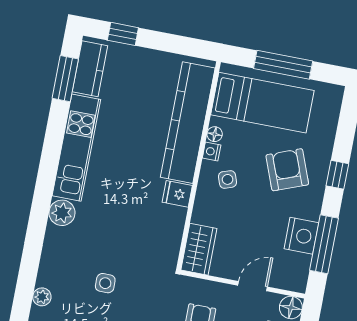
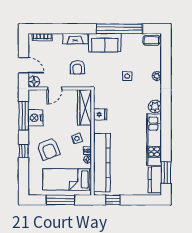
window: (123, 34) -> (113, 200), moved
fridge: (177, 194) -> (100, 114), moved
wardrobe: (199, 249) -> (84, 107), width x1.50
plant: (42, 297) -> (157, 76), moved

